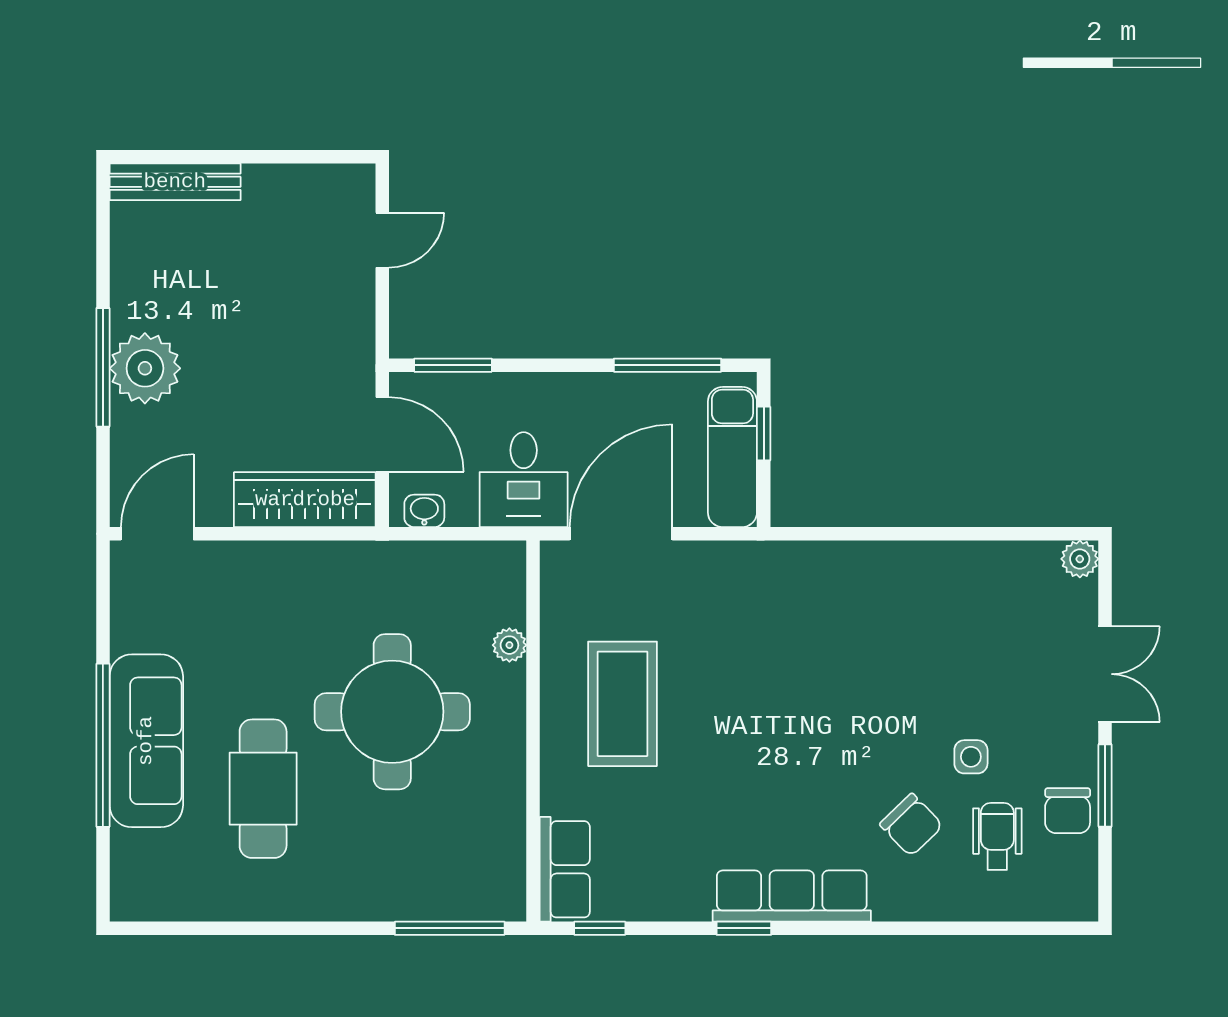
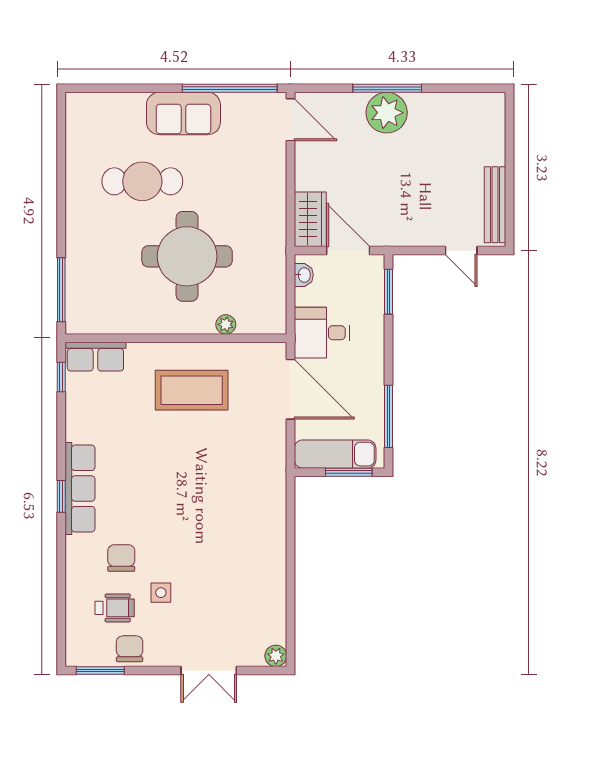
bench: (175, 182) -> (495, 205), moved
window: (764, 434) -> (349, 472), width x1.50
door: (382, 435) -> (348, 251), swing flipped
wardrobe: (305, 500) -> (310, 219), width x0.67
sofa: (146, 741) -> (183, 113), width x0.73
window: (103, 745) -> (230, 88), moved
window: (1105, 786) -> (100, 671), moved
chair: (1068, 811) -> (130, 649), turned 90
chair: (911, 825) -> (121, 558), turned 134
window: (744, 928) -> (61, 496), moved

